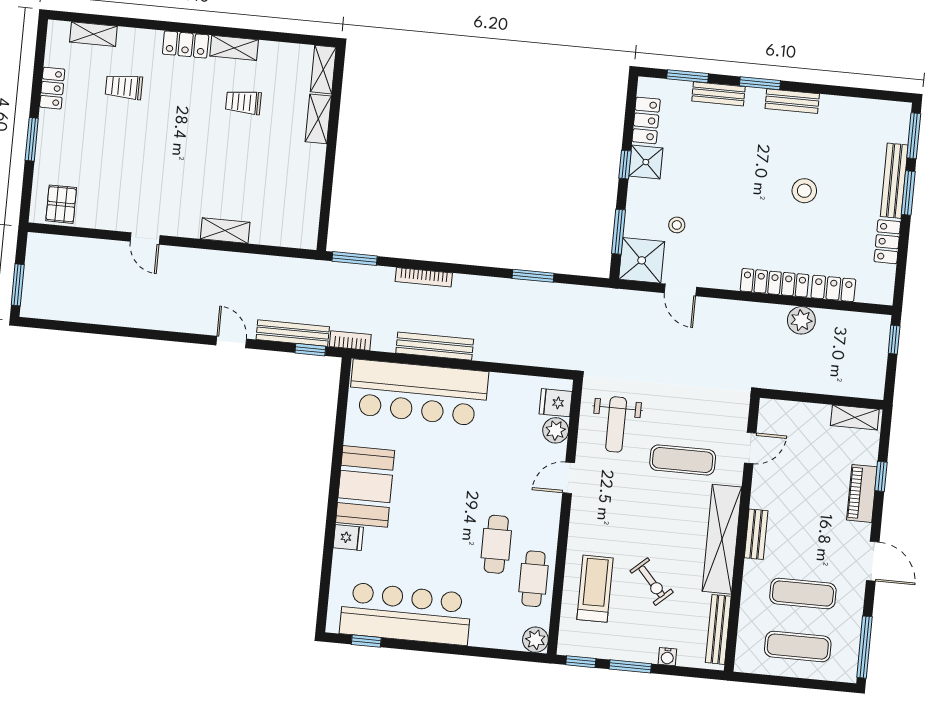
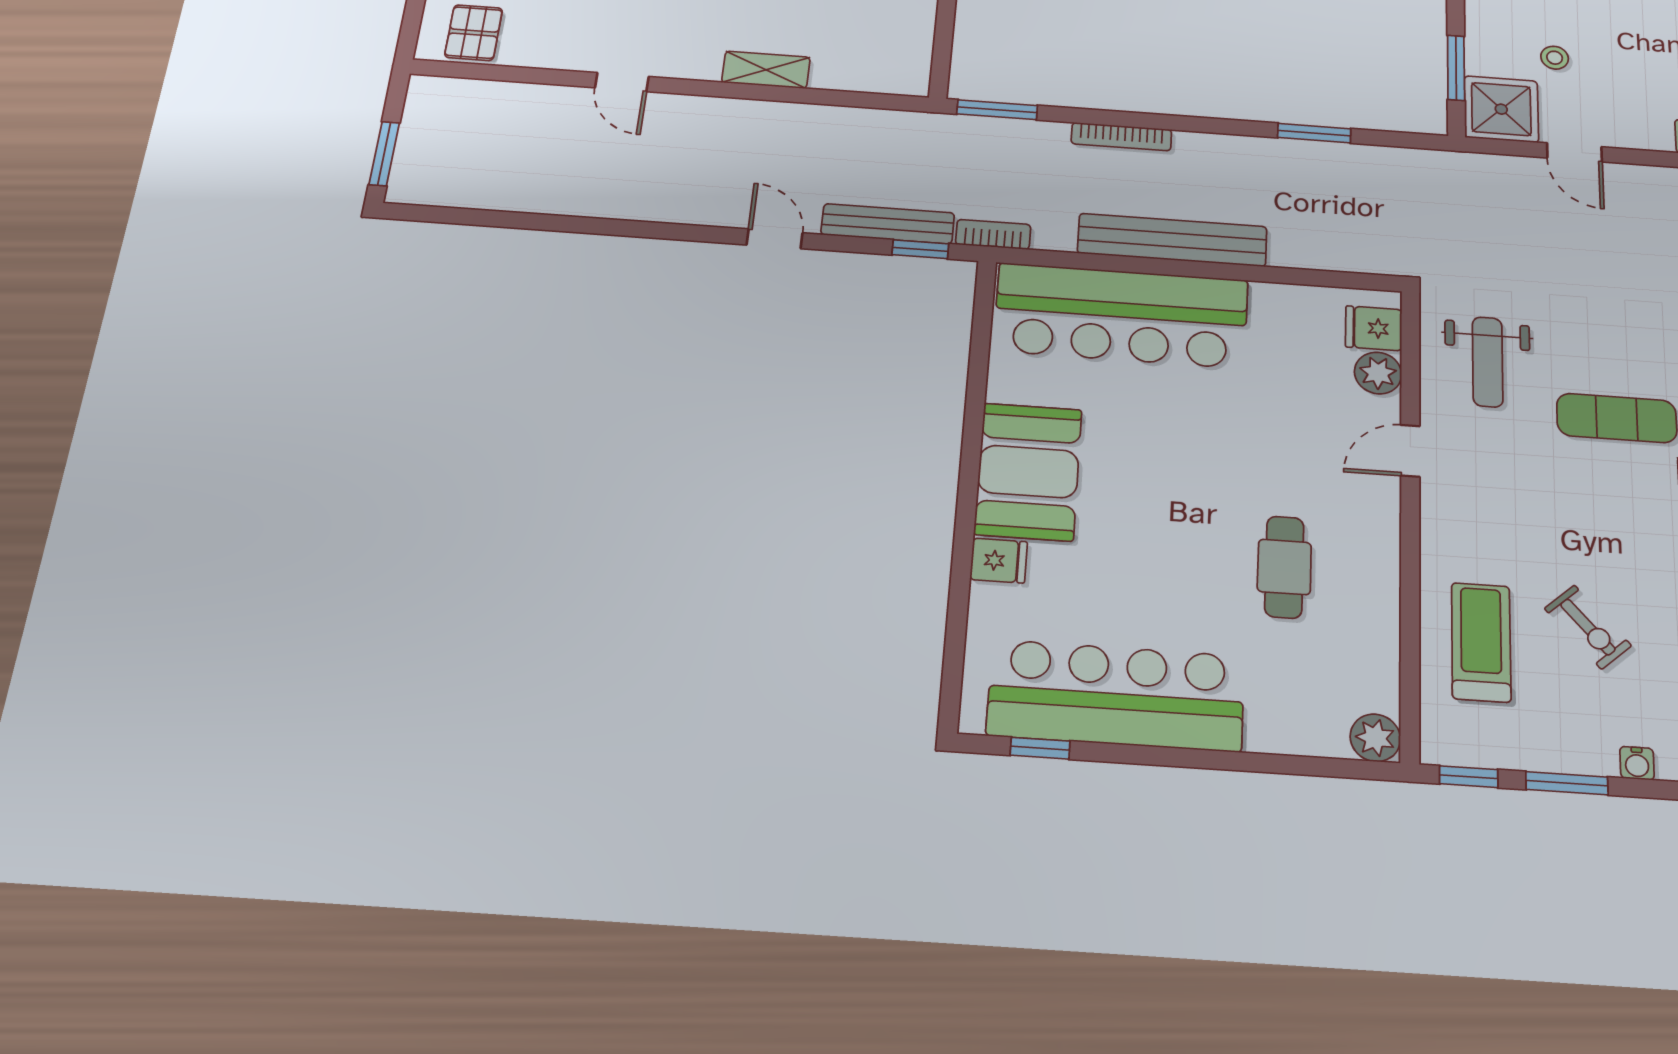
bench: (435, 346) -> (1172, 240), width x1.37, depth x1.21
cafe table: (534, 579) -> (1361, 627), removed

